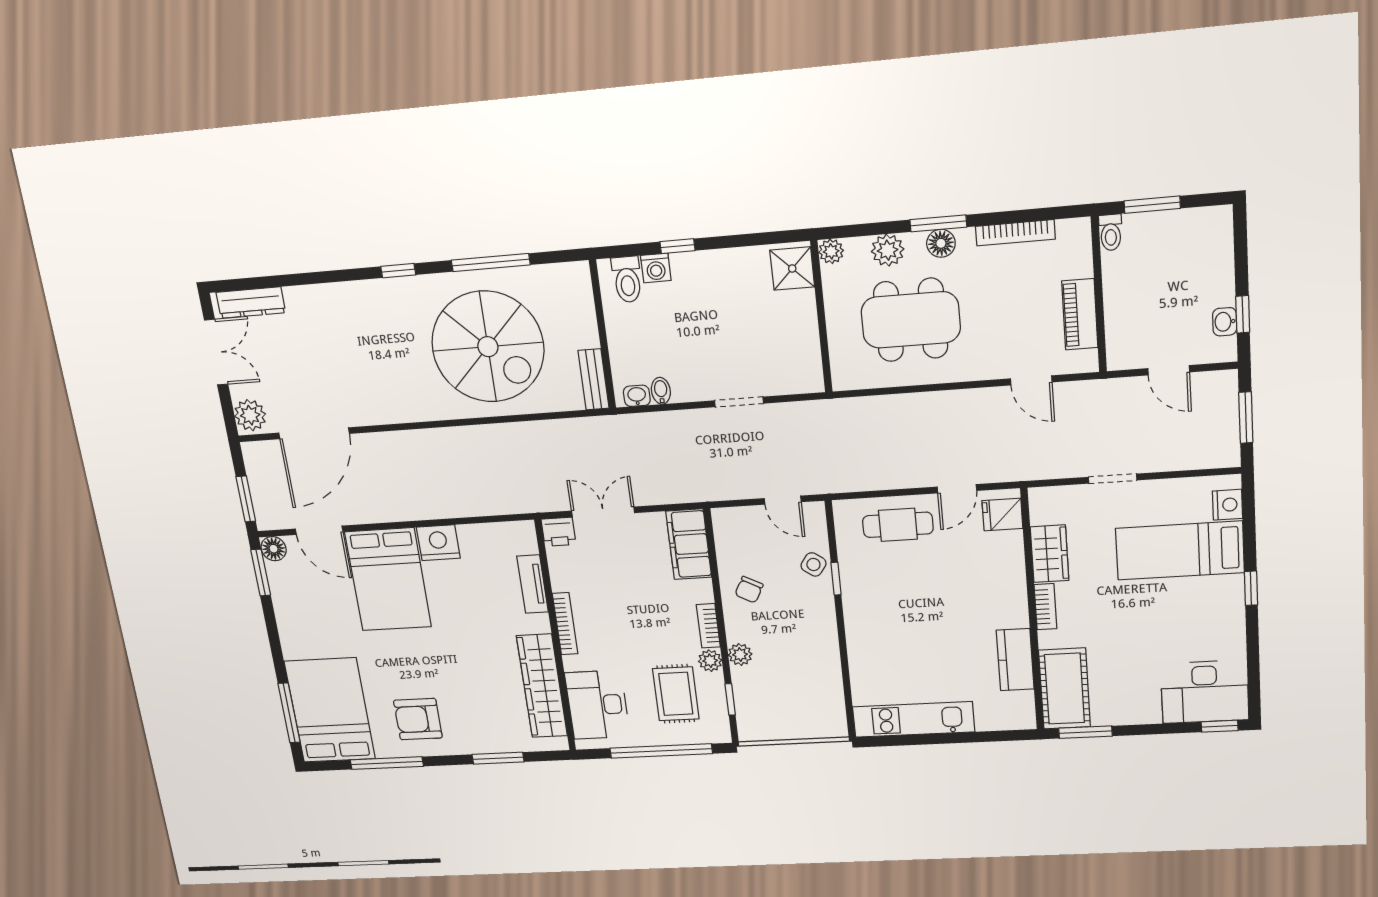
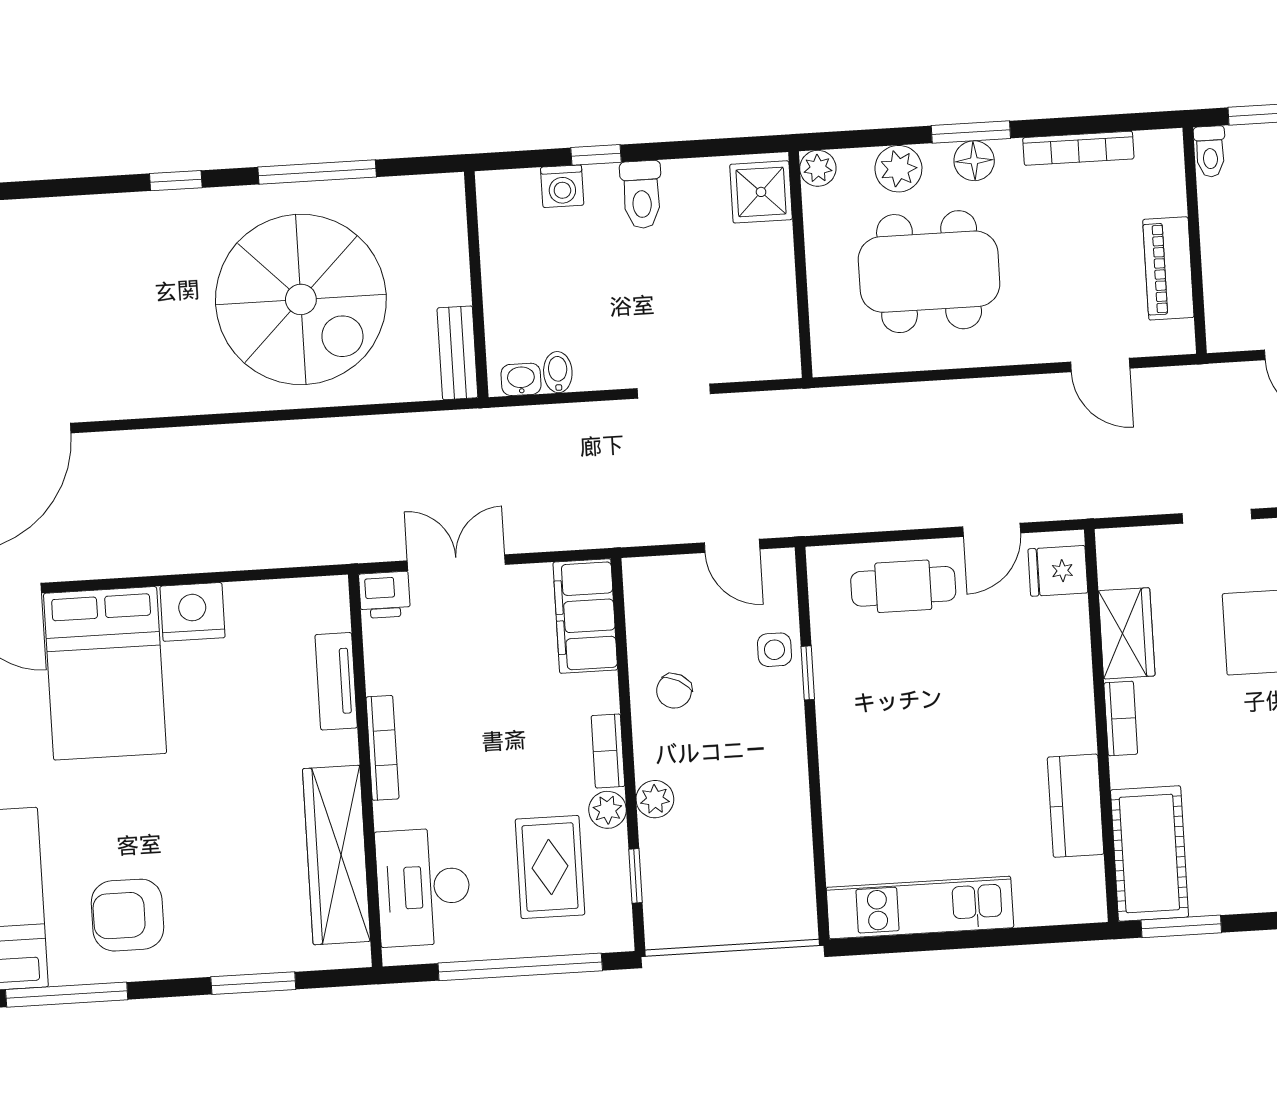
toilet: (627, 279) -> (642, 195), moved
side table: (813, 564) -> (774, 650), turned -35

